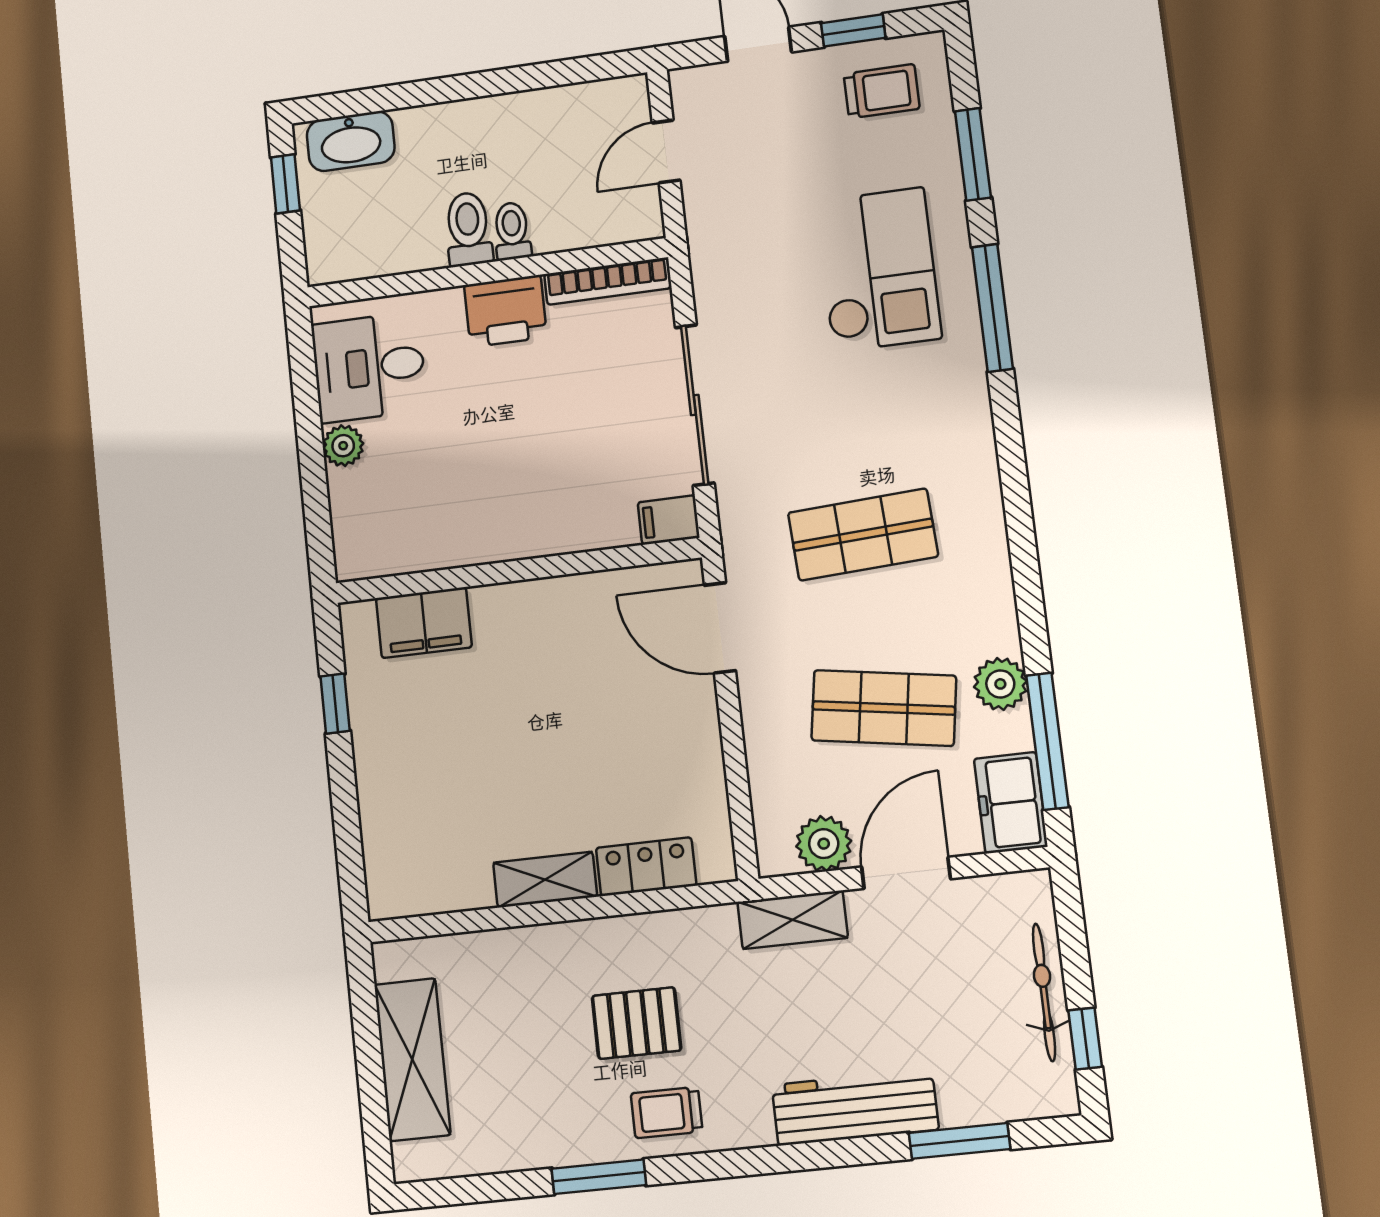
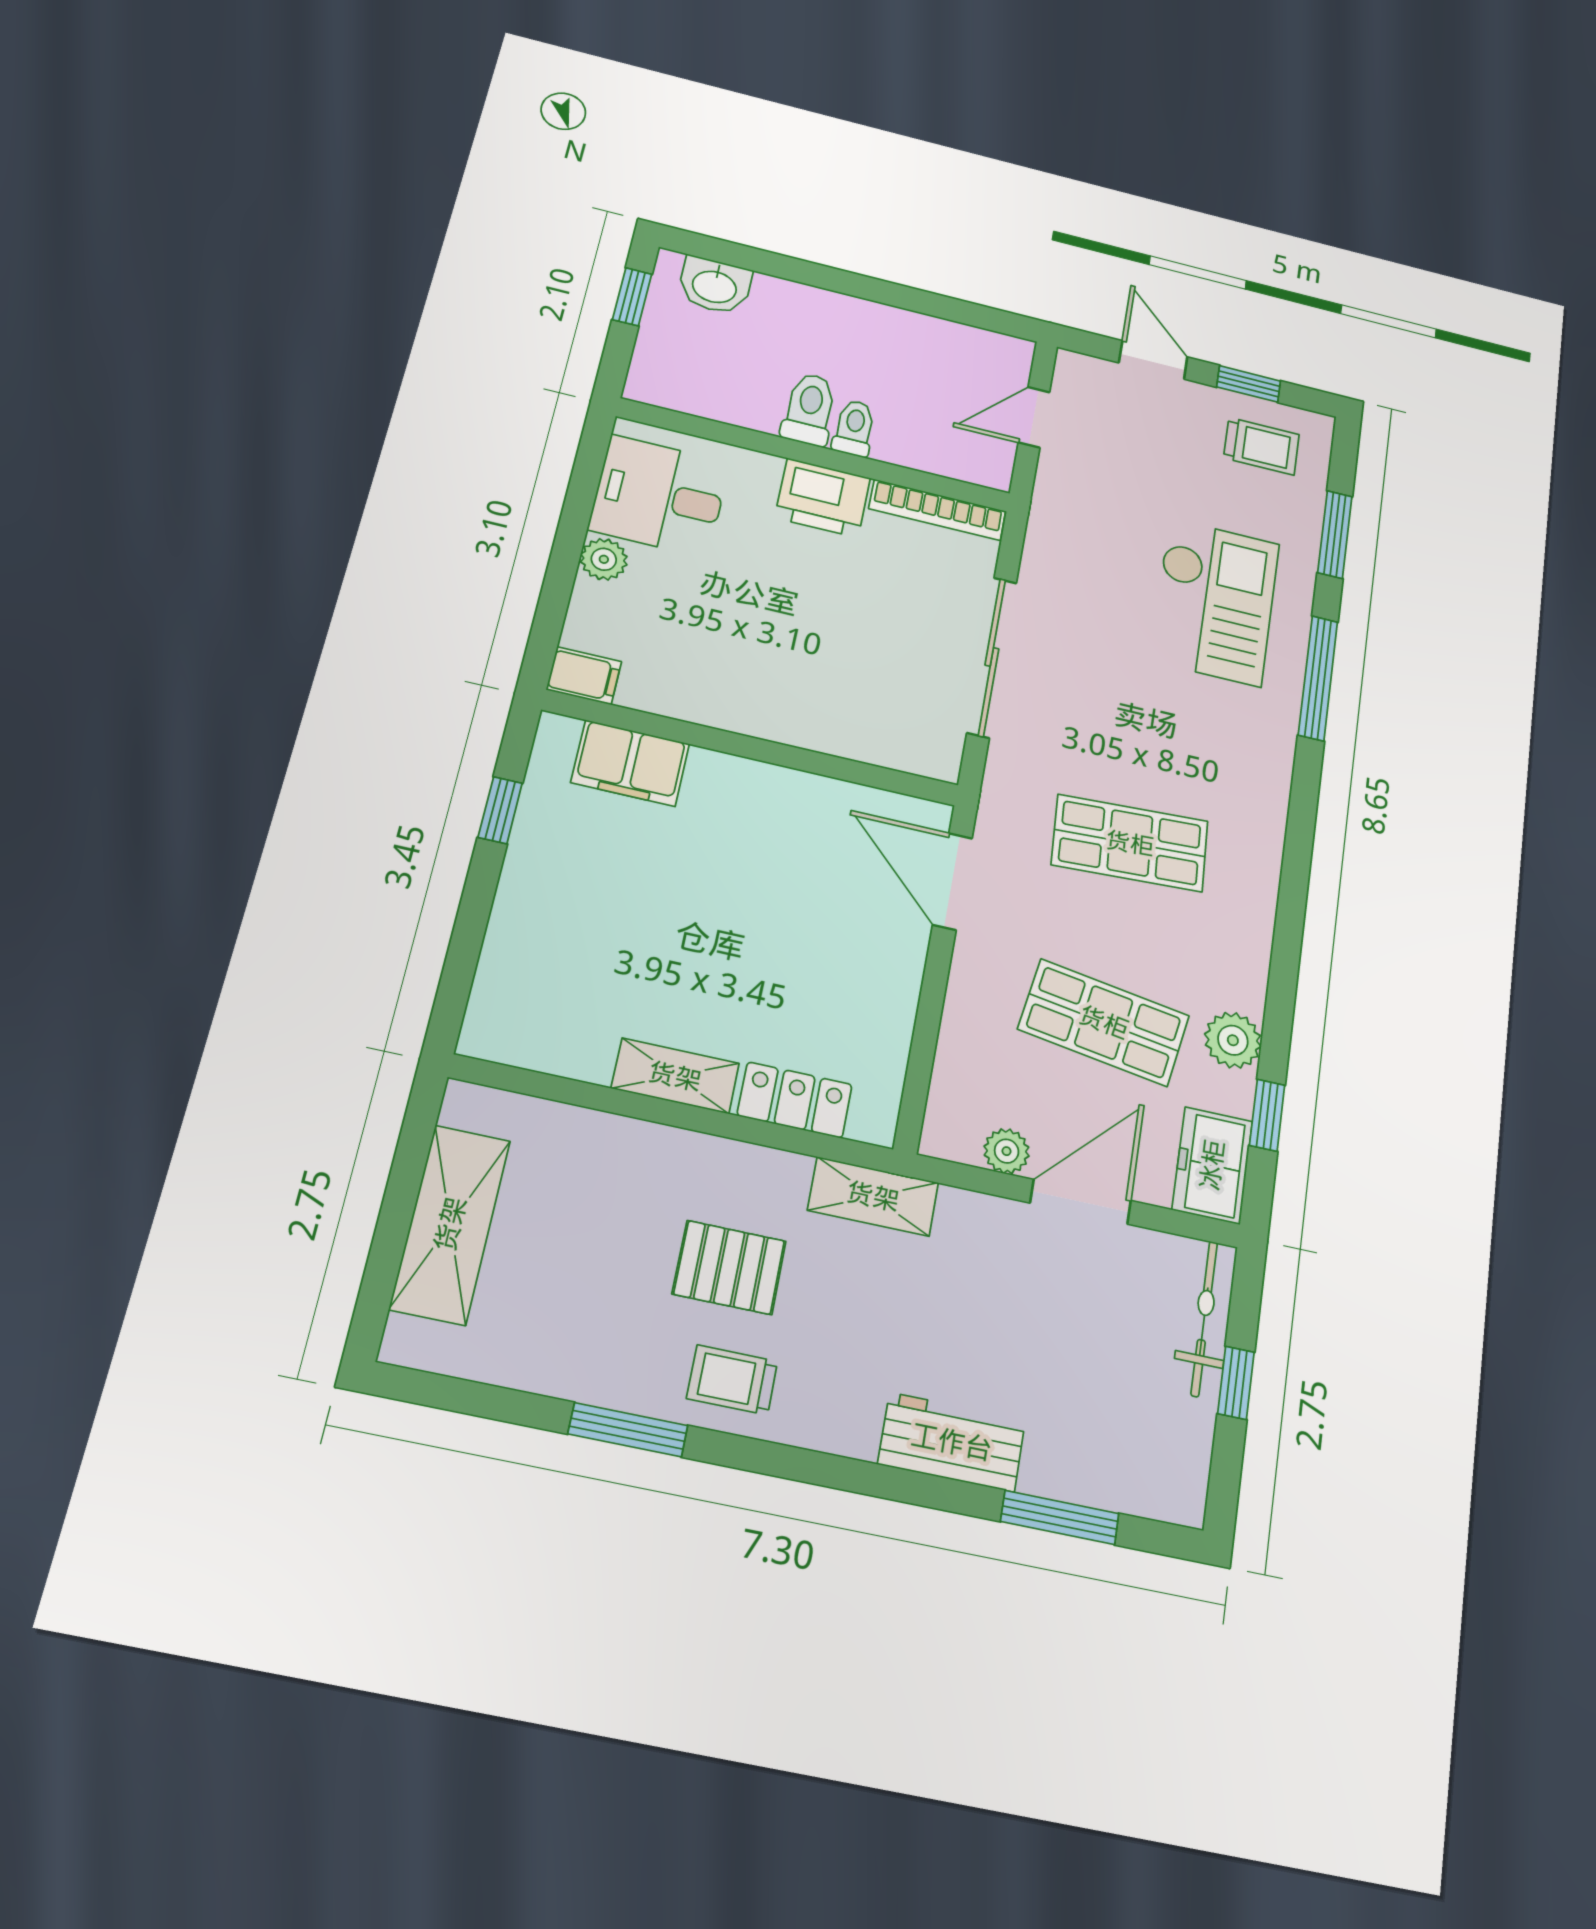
washbasin: (351, 141) -> (715, 285), width x0.72
filing cabinet: (669, 520) -> (584, 676), moved, turned 180
window: (1047, 741) -> (1267, 1115), width x0.46
plant: (824, 844) -> (1007, 1151), width x0.73, depth x0.73
shelving: (793, 920) -> (873, 1196), moved
bicycle: (1044, 992) -> (1204, 1318), moved
window: (1085, 1039) -> (1236, 1383), moved
workbench: (855, 1107) -> (952, 1442), width x0.73

